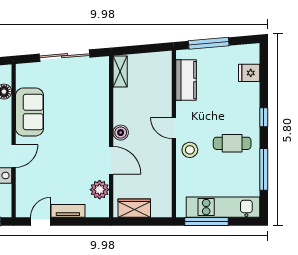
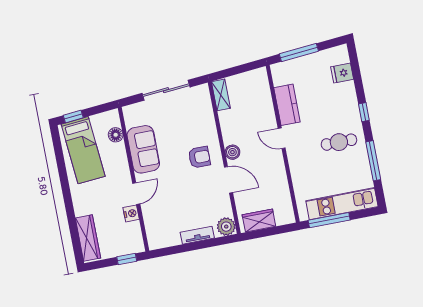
kitchen counter: (186, 80) -> (287, 105), moved
armchair: (86, 131) -> (199, 157), added
stool: (190, 150) -> (300, 156), removed
plant: (100, 190) -> (226, 227), moved
door: (41, 222) -> (174, 250), removed

